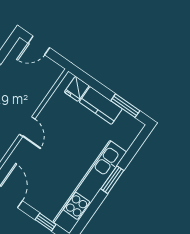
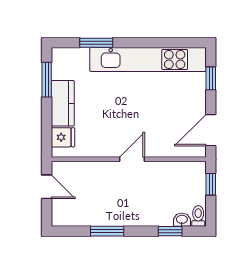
door: (39, 45) -> (47, 187), moved
window: (112, 180) -> (96, 43), moved

